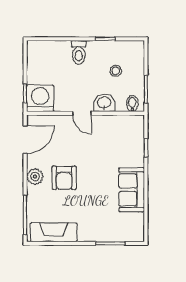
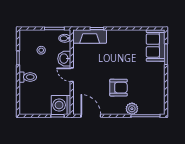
door: (82, 113) -> (72, 75), swing flipped
plant: (35, 177) -> (132, 109), moved
sofa: (132, 190) -> (156, 46), moved, turned 90
fireplace: (54, 232) -> (90, 36), moved, turned -90

